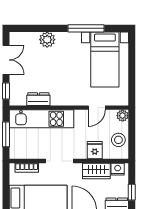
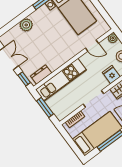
dresser: (38, 99) -> (41, 75), moved
door: (97, 108) -> (92, 46), hinge flipped

